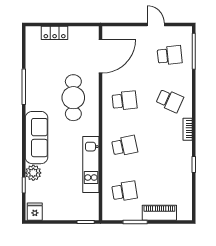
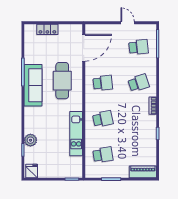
school desk: (170, 101) -> (139, 83), turned -42
sofa: (37, 138) -> (33, 85), moved
piano: (159, 213) -> (143, 172), moved

